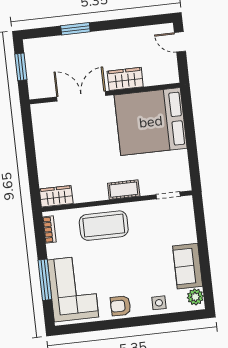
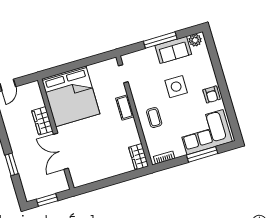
coffee table: (104, 226) -> (154, 118), width x0.54, depth x0.58
window: (203, 251) -> (160, 40), added
side table: (159, 303) -> (176, 87), moved, width x1.87, depth x1.87

